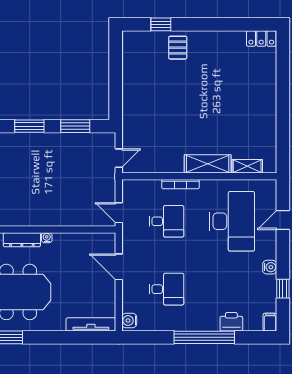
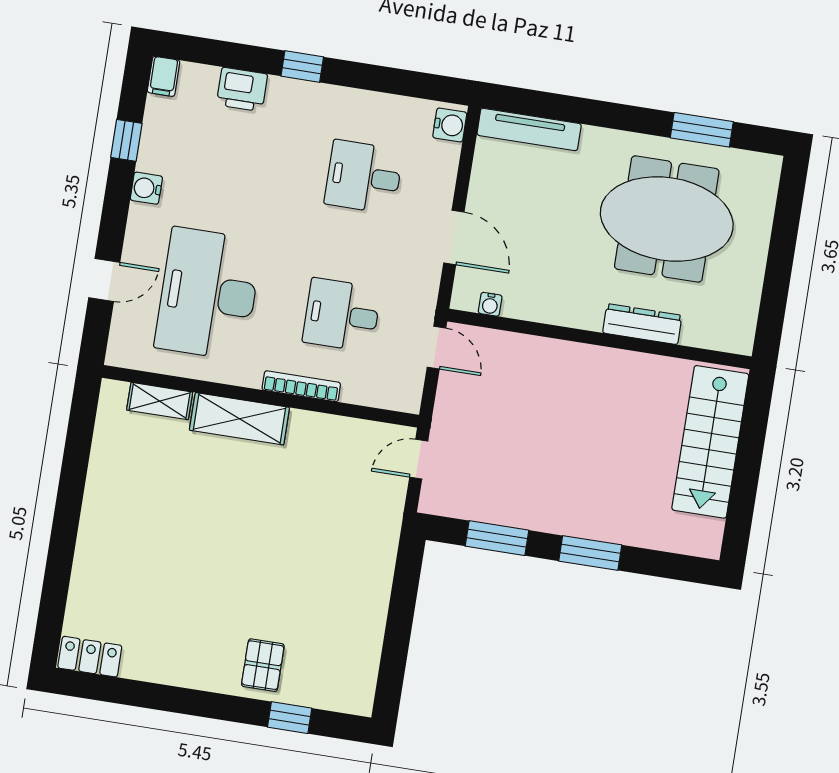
water cooler: (47, 238) -> (490, 304), moved
window: (204, 337) -> (302, 66), width x0.32

